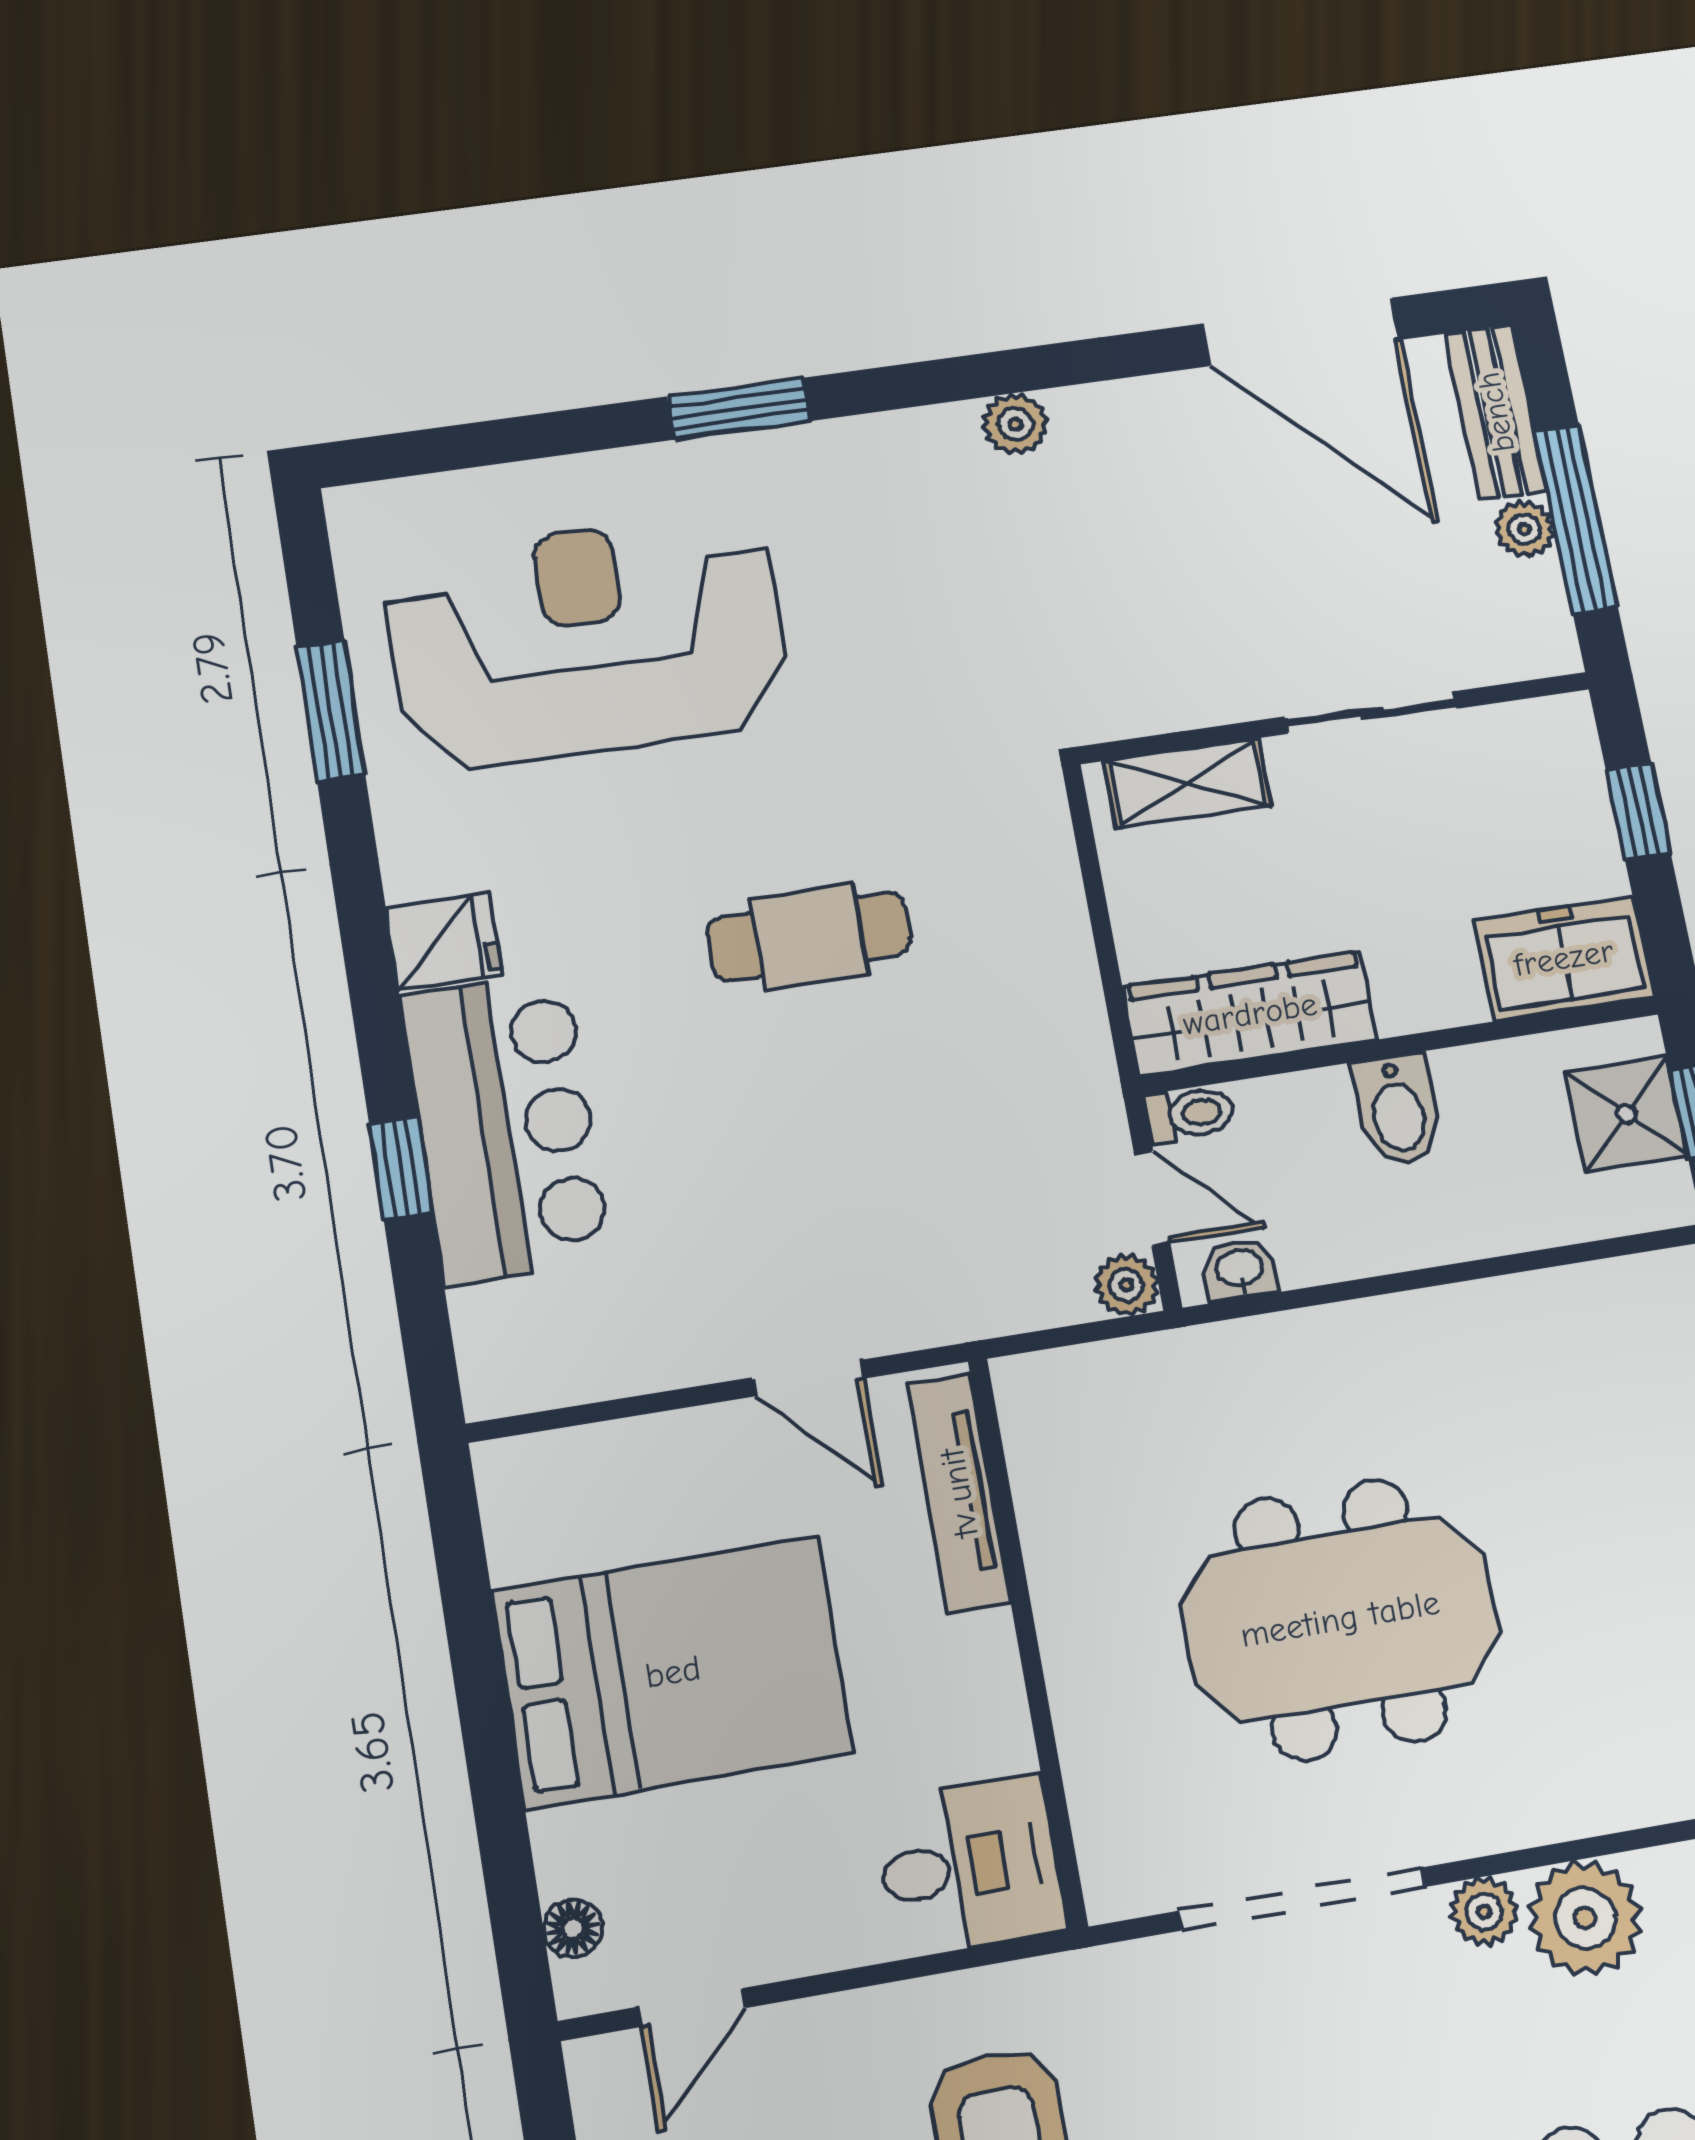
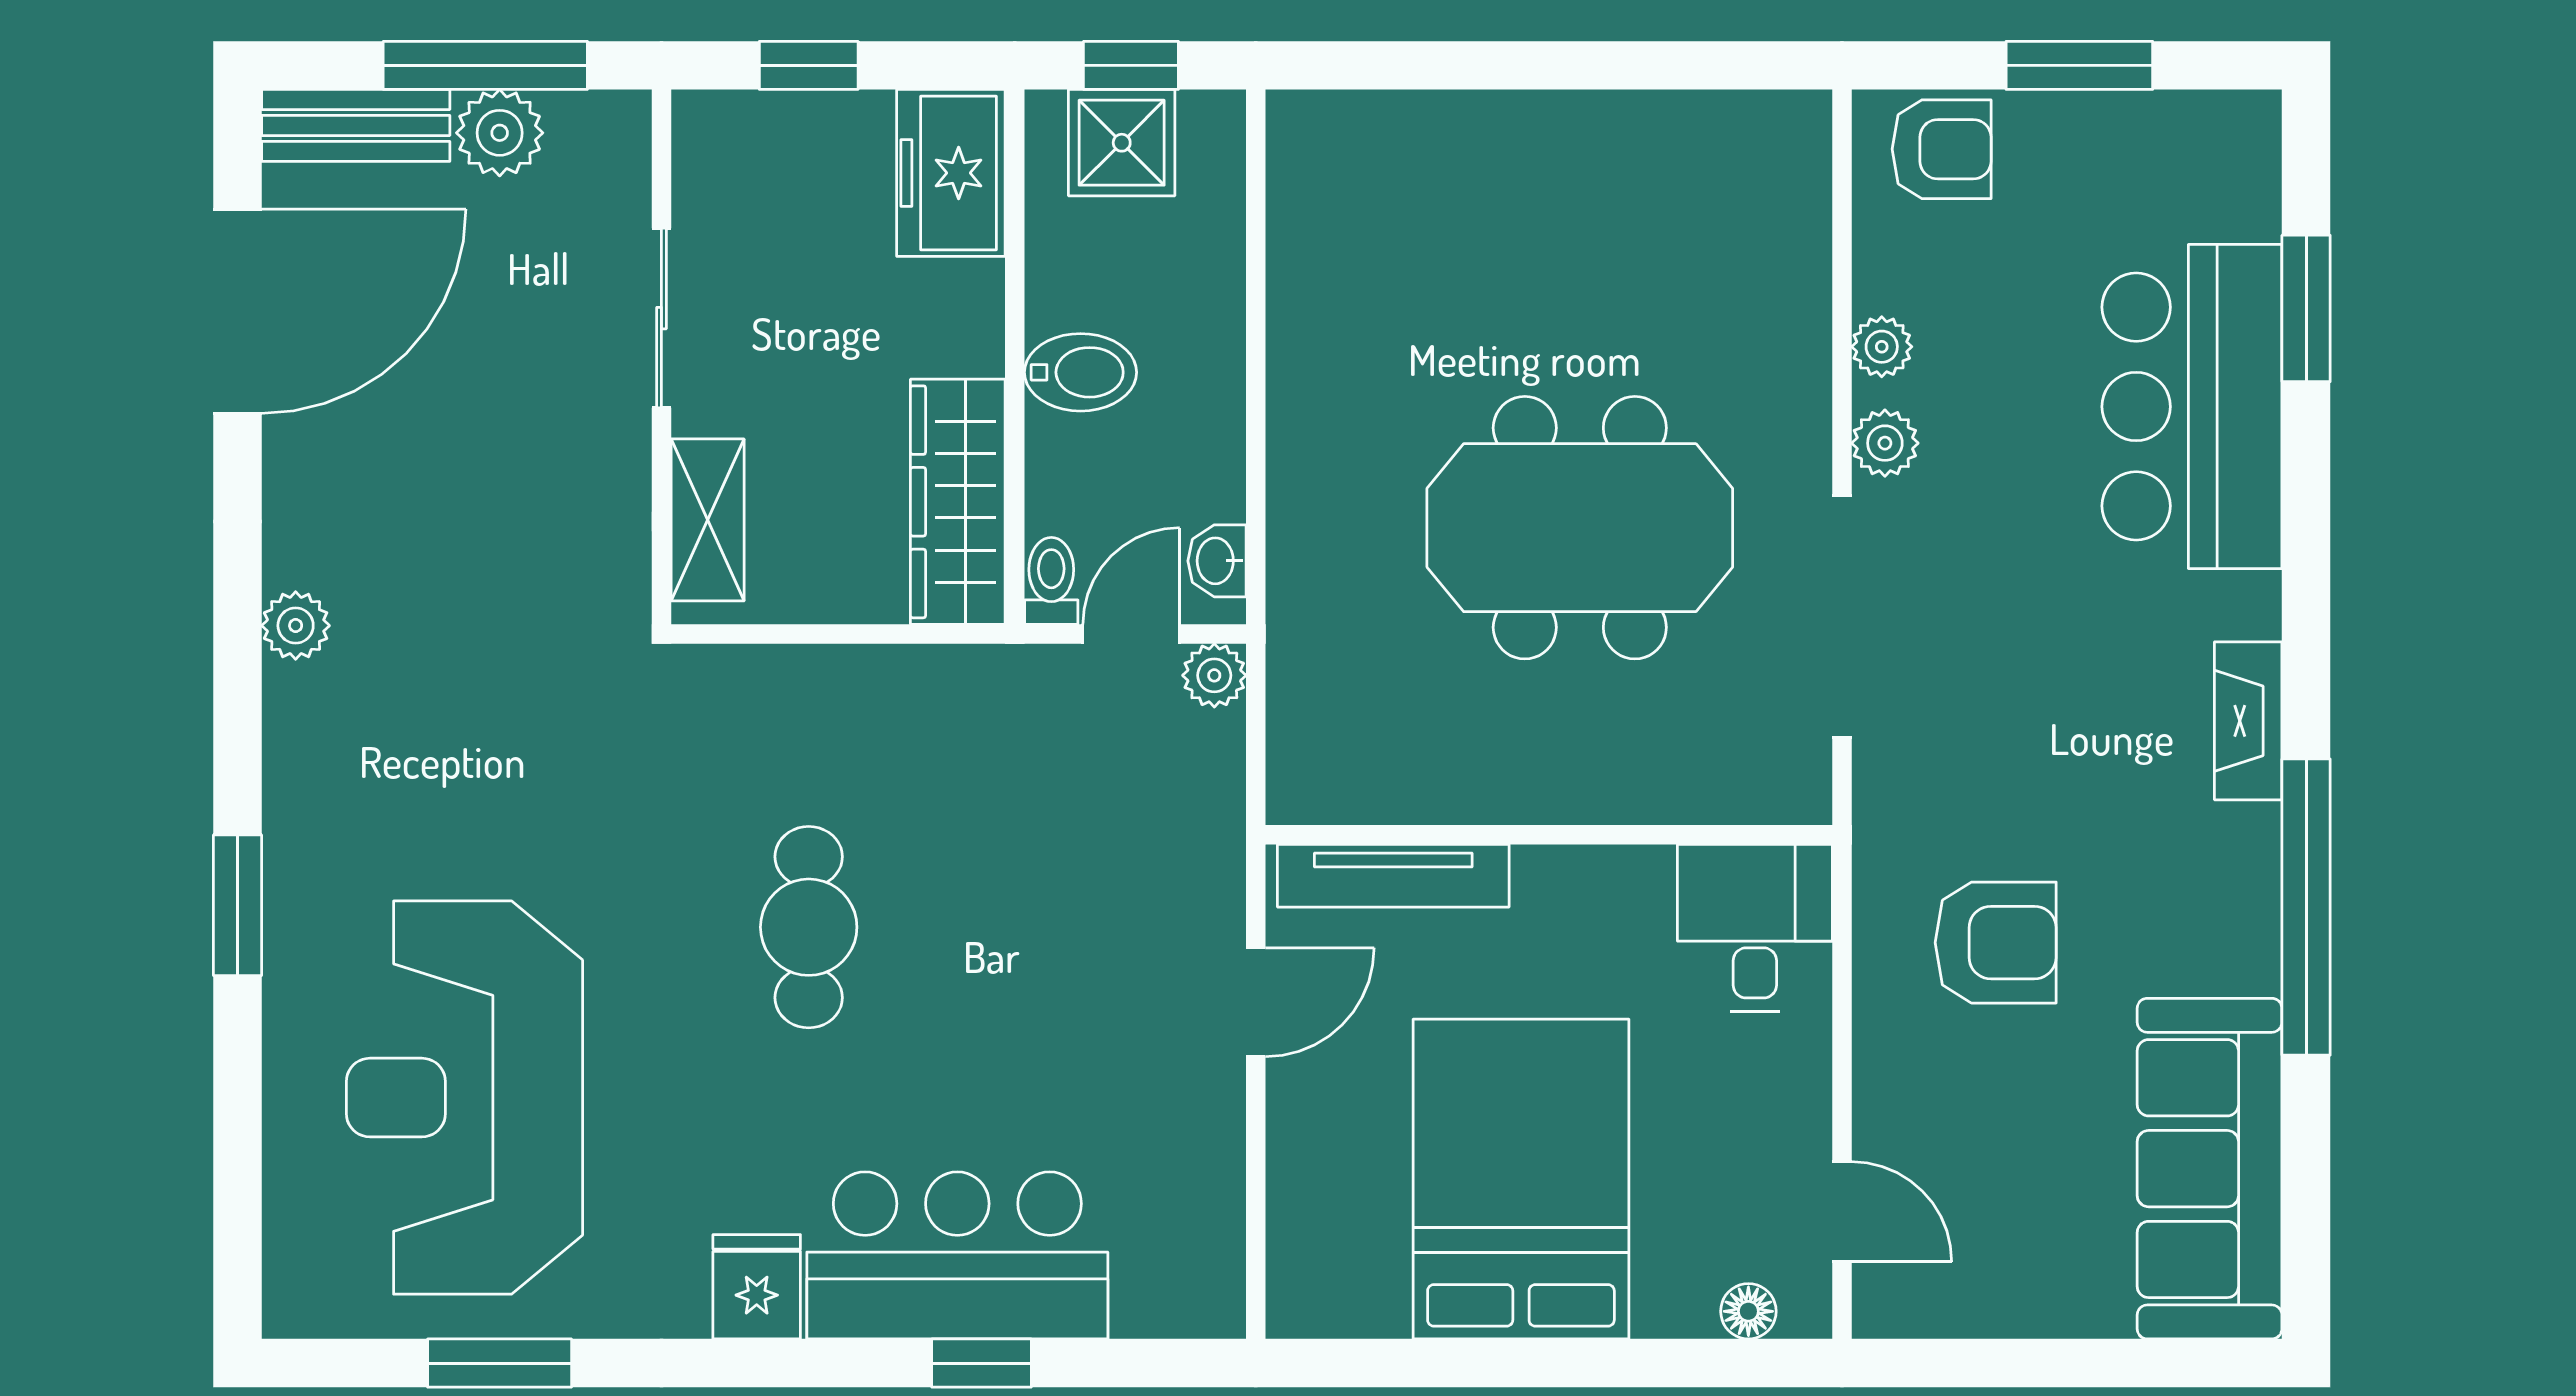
plant: (1525, 529) -> (500, 133), width x1.38, depth x1.38
meeting table: (1340, 1619) -> (1580, 528), turned 90
plant: (1585, 1918) -> (1882, 347), width x0.53, depth x0.53

